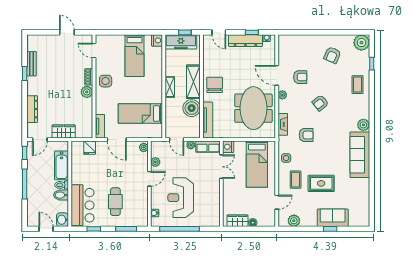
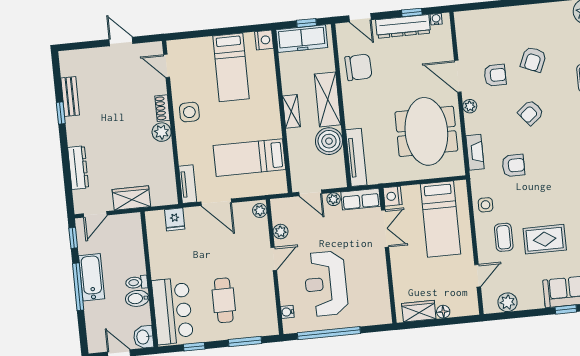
armchair: (332, 55) -> (533, 59), moved
chair: (215, 85) -> (358, 67), moved, turned 88
bathtub: (62, 165) -> (92, 277), moved, turned 180

